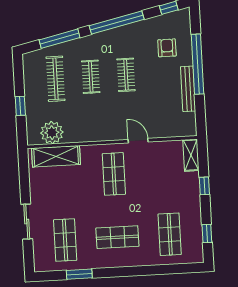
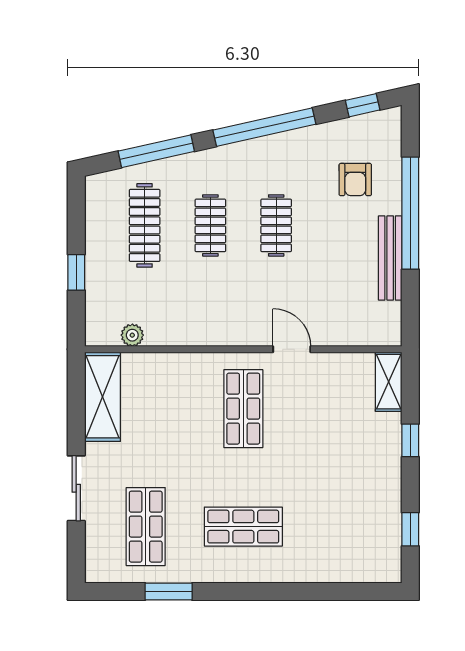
armchair: (167, 48) -> (355, 180), turned 180
plant: (52, 133) -> (132, 335), width x0.53, depth x0.53
shelving: (56, 156) -> (102, 397), moved, turned 90
shop shelf: (170, 234) -> (341, 527), removed

